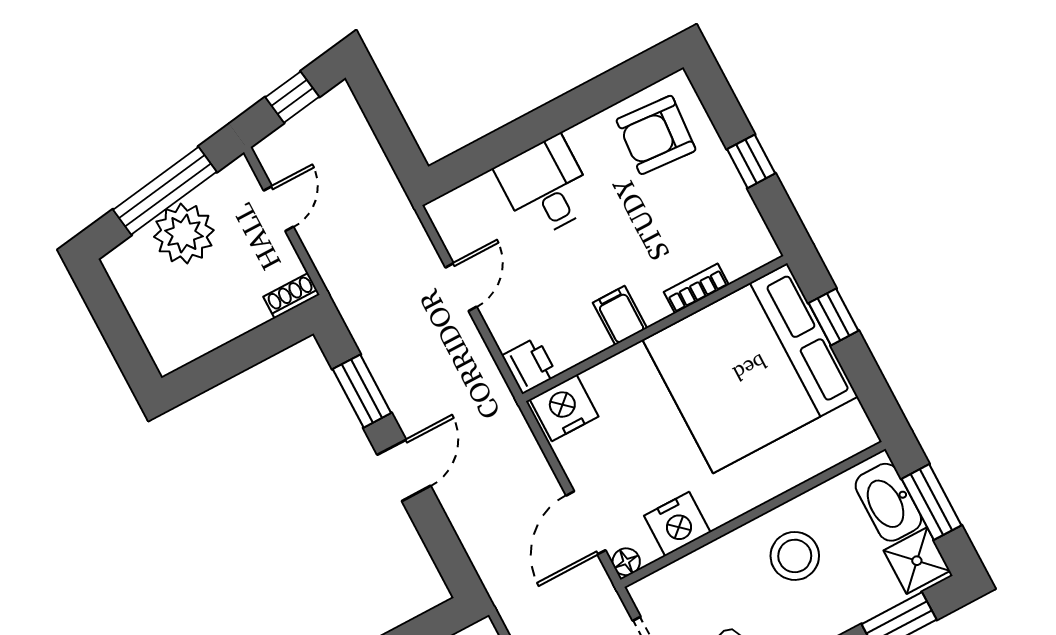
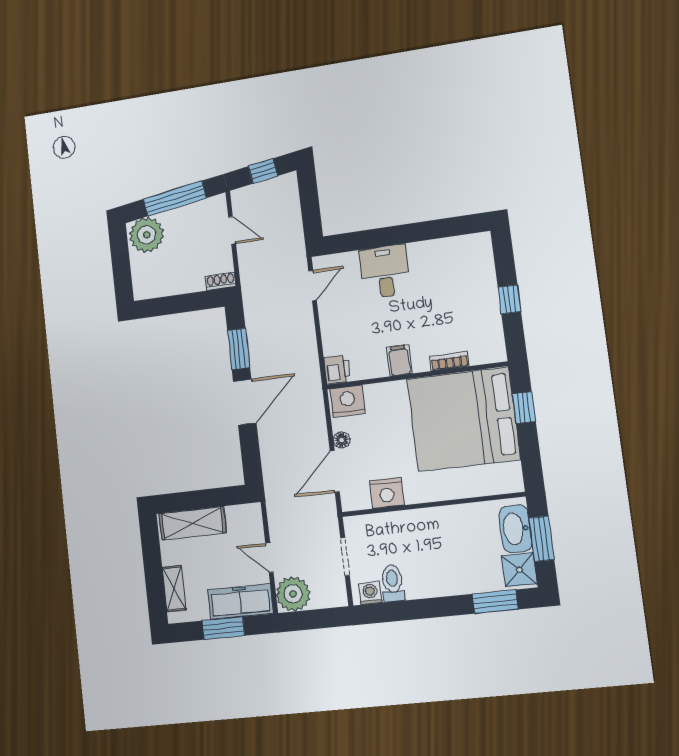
armchair: (656, 135) -> (460, 264), removed
door: (279, 209) -> (232, 230), hinge flipped
plant: (184, 234) -> (147, 235), moved
door: (461, 287) -> (313, 286), moved
door: (404, 470) -> (245, 402), width x1.38
stool: (795, 556) -> (448, 538), removed
floor lamp: (626, 562) -> (342, 440), moved

